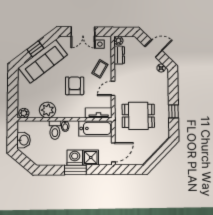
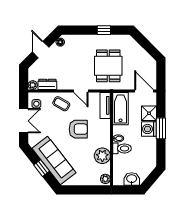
armchair: (75, 86) -> (78, 129), turned 180

